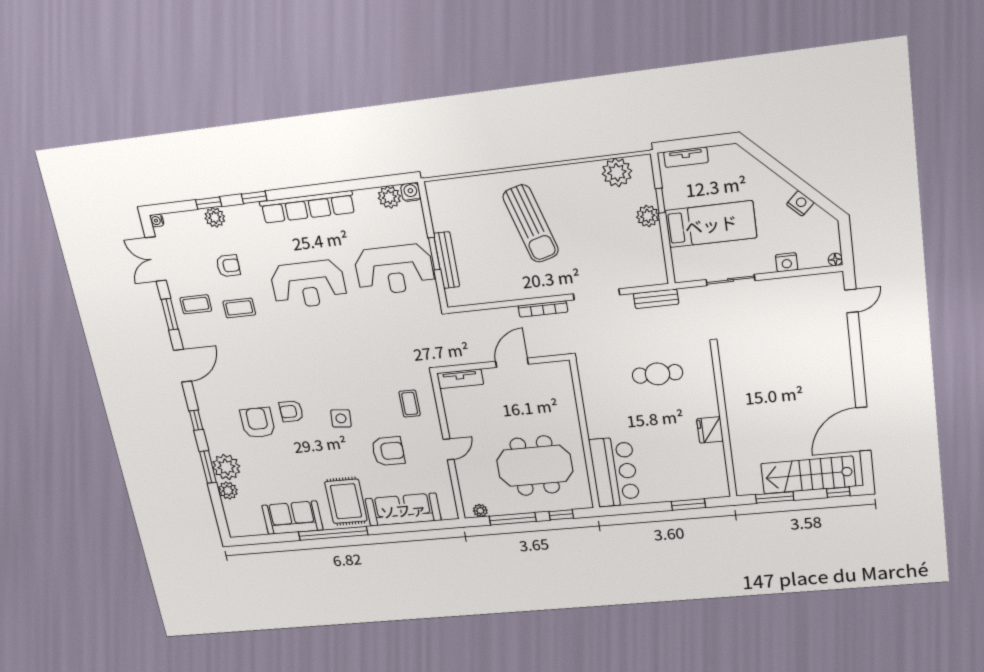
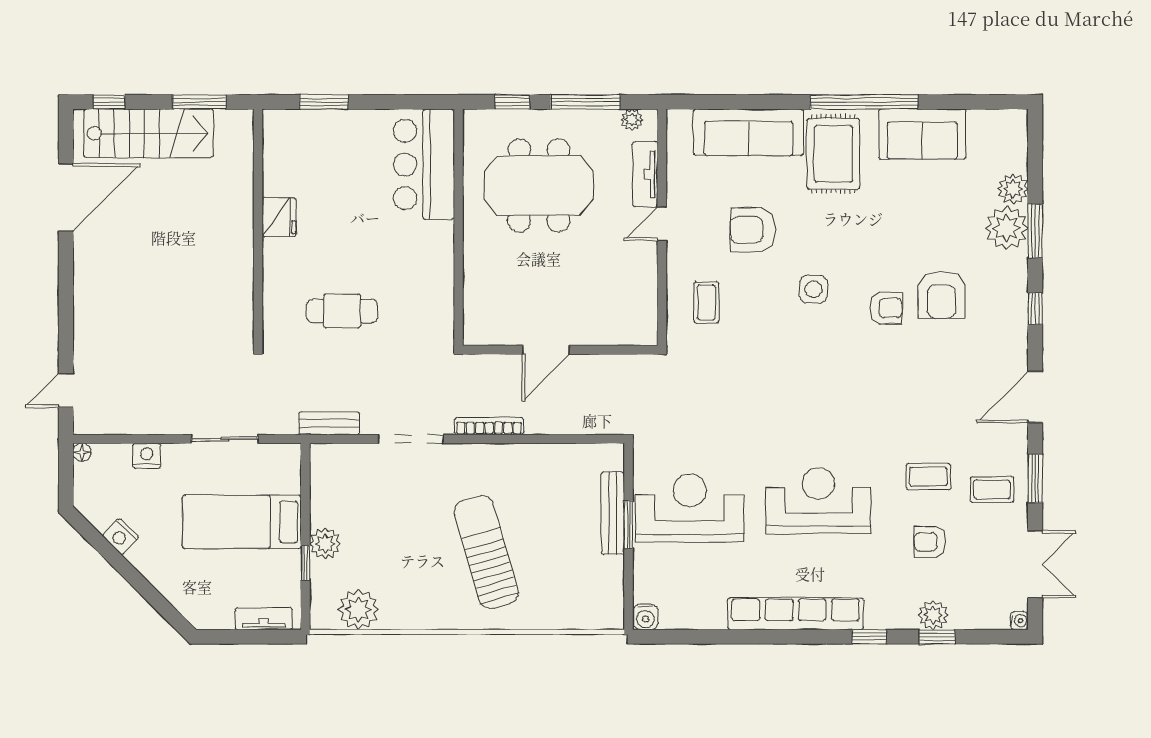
plant: (389, 197) -> (677, 614), removed
tv unit: (460, 379) -> (645, 174), moved, turned -90

